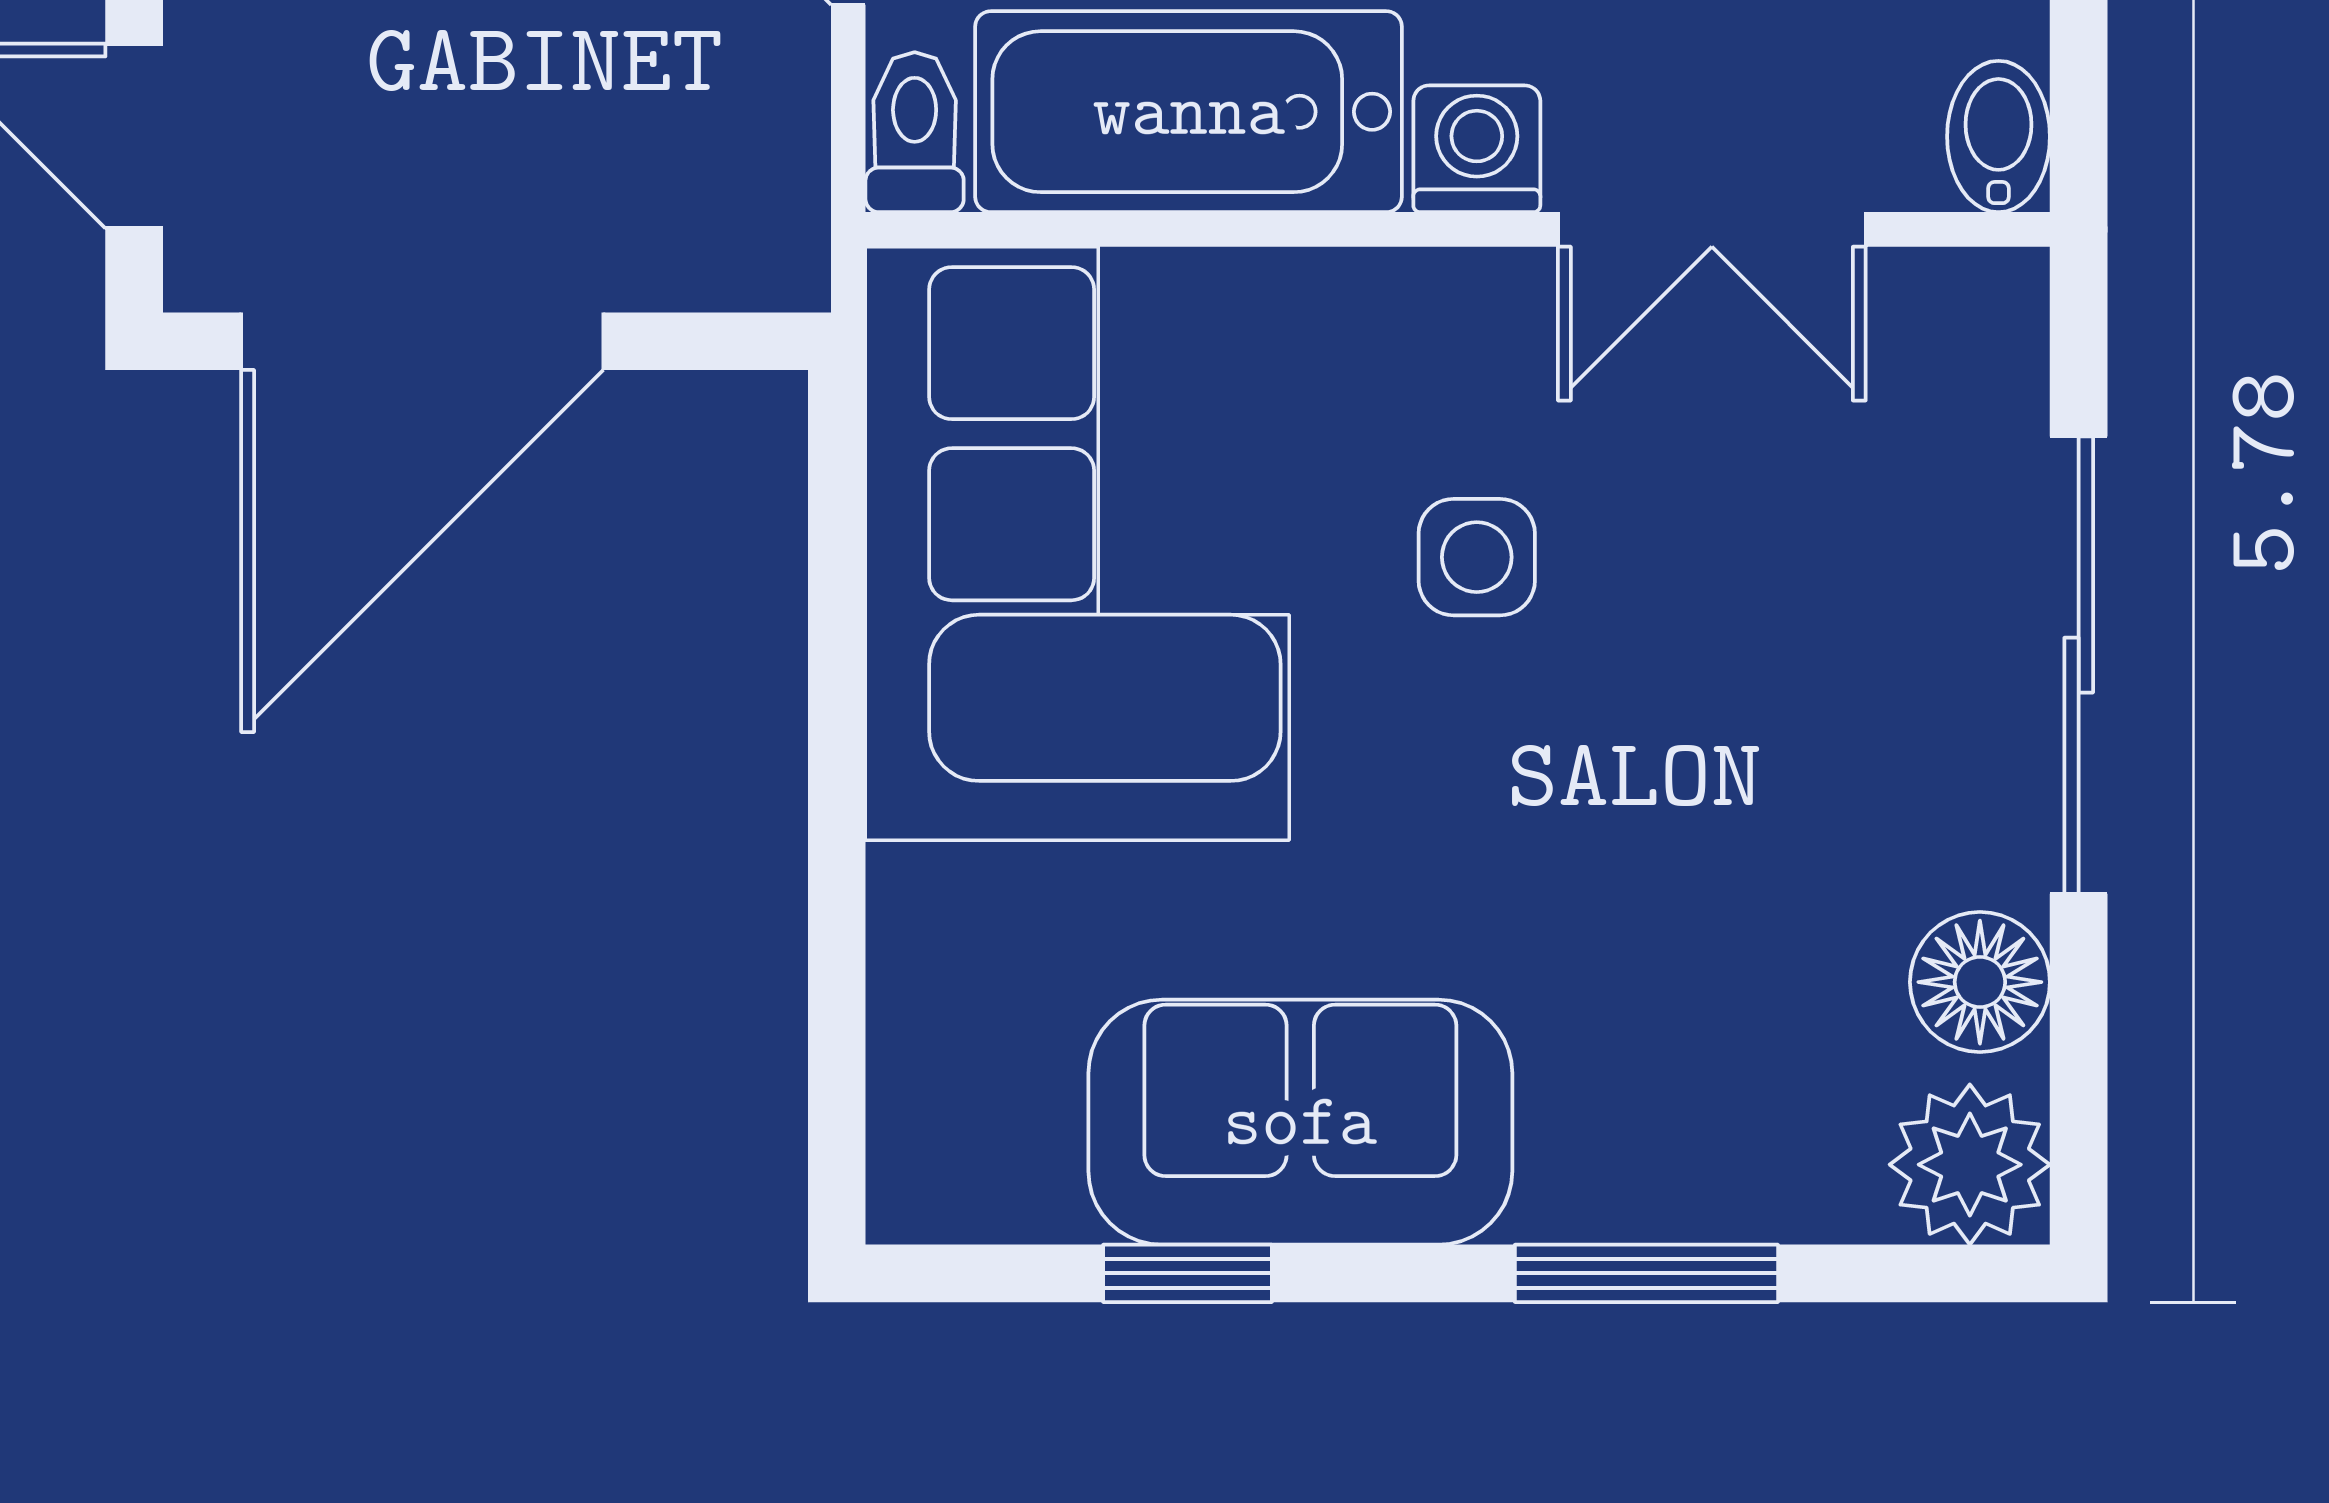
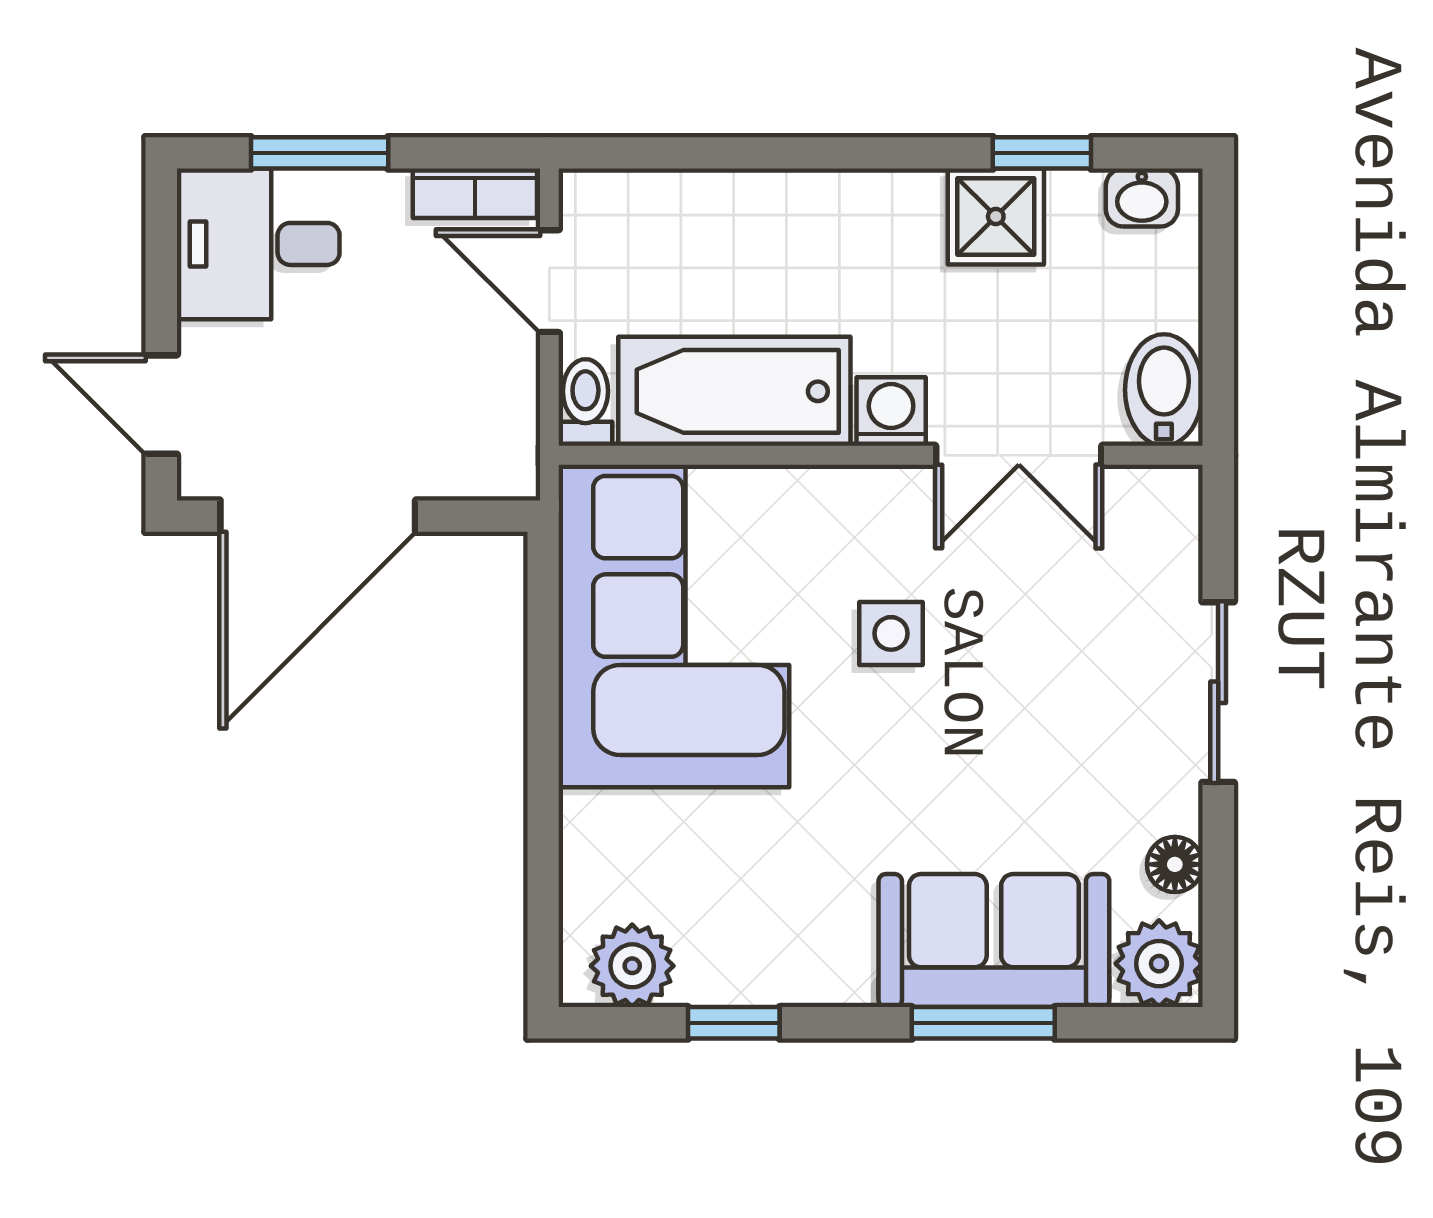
bidet: (1998, 137) -> (1164, 390), width x1.38, depth x1.36
sliding door: (2079, 665) -> (1218, 692), width x0.73
floor lamp: (1980, 982) -> (1175, 864), width x0.73, depth x0.73
sofa: (1300, 1122) -> (994, 941), moved
plant: (1001, 1168) -> (632, 966), added

